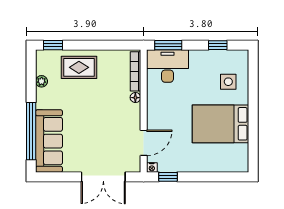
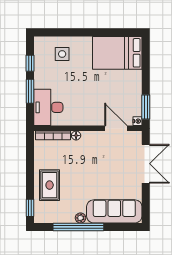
window: (168, 45) -> (30, 91), moved
plant: (42, 81) -> (81, 218), moved
bed: (220, 124) -> (117, 53), moved, turned 90
window: (31, 131) -> (78, 227), moved
window: (168, 177) -> (146, 107), width x1.50

